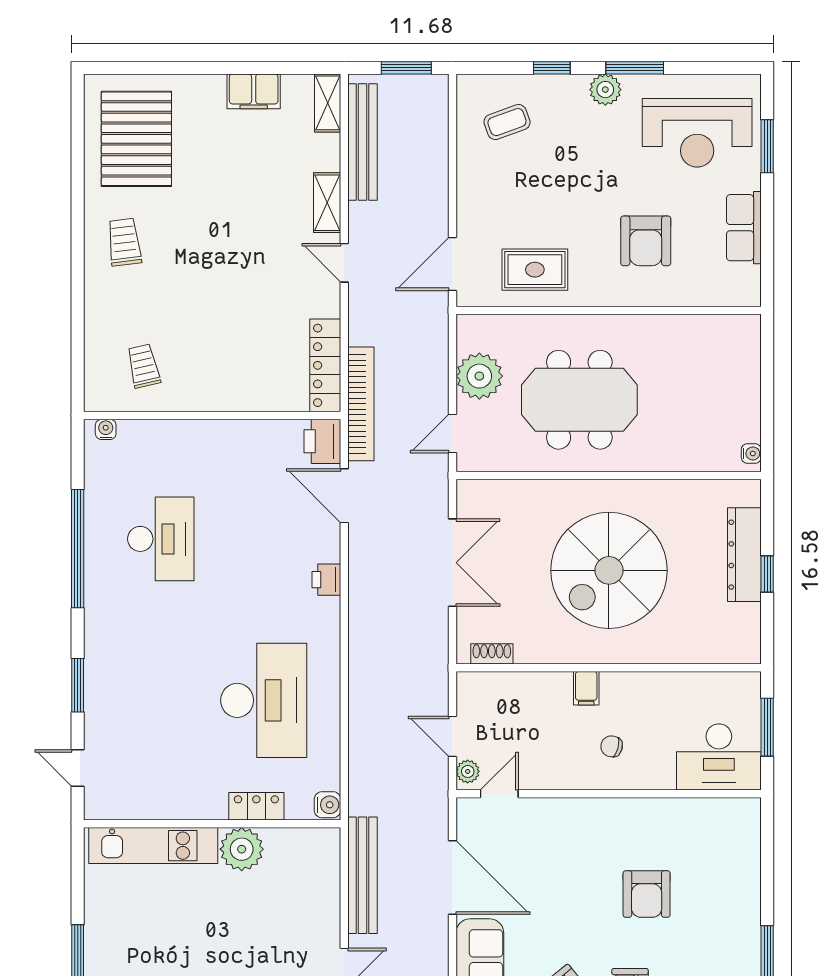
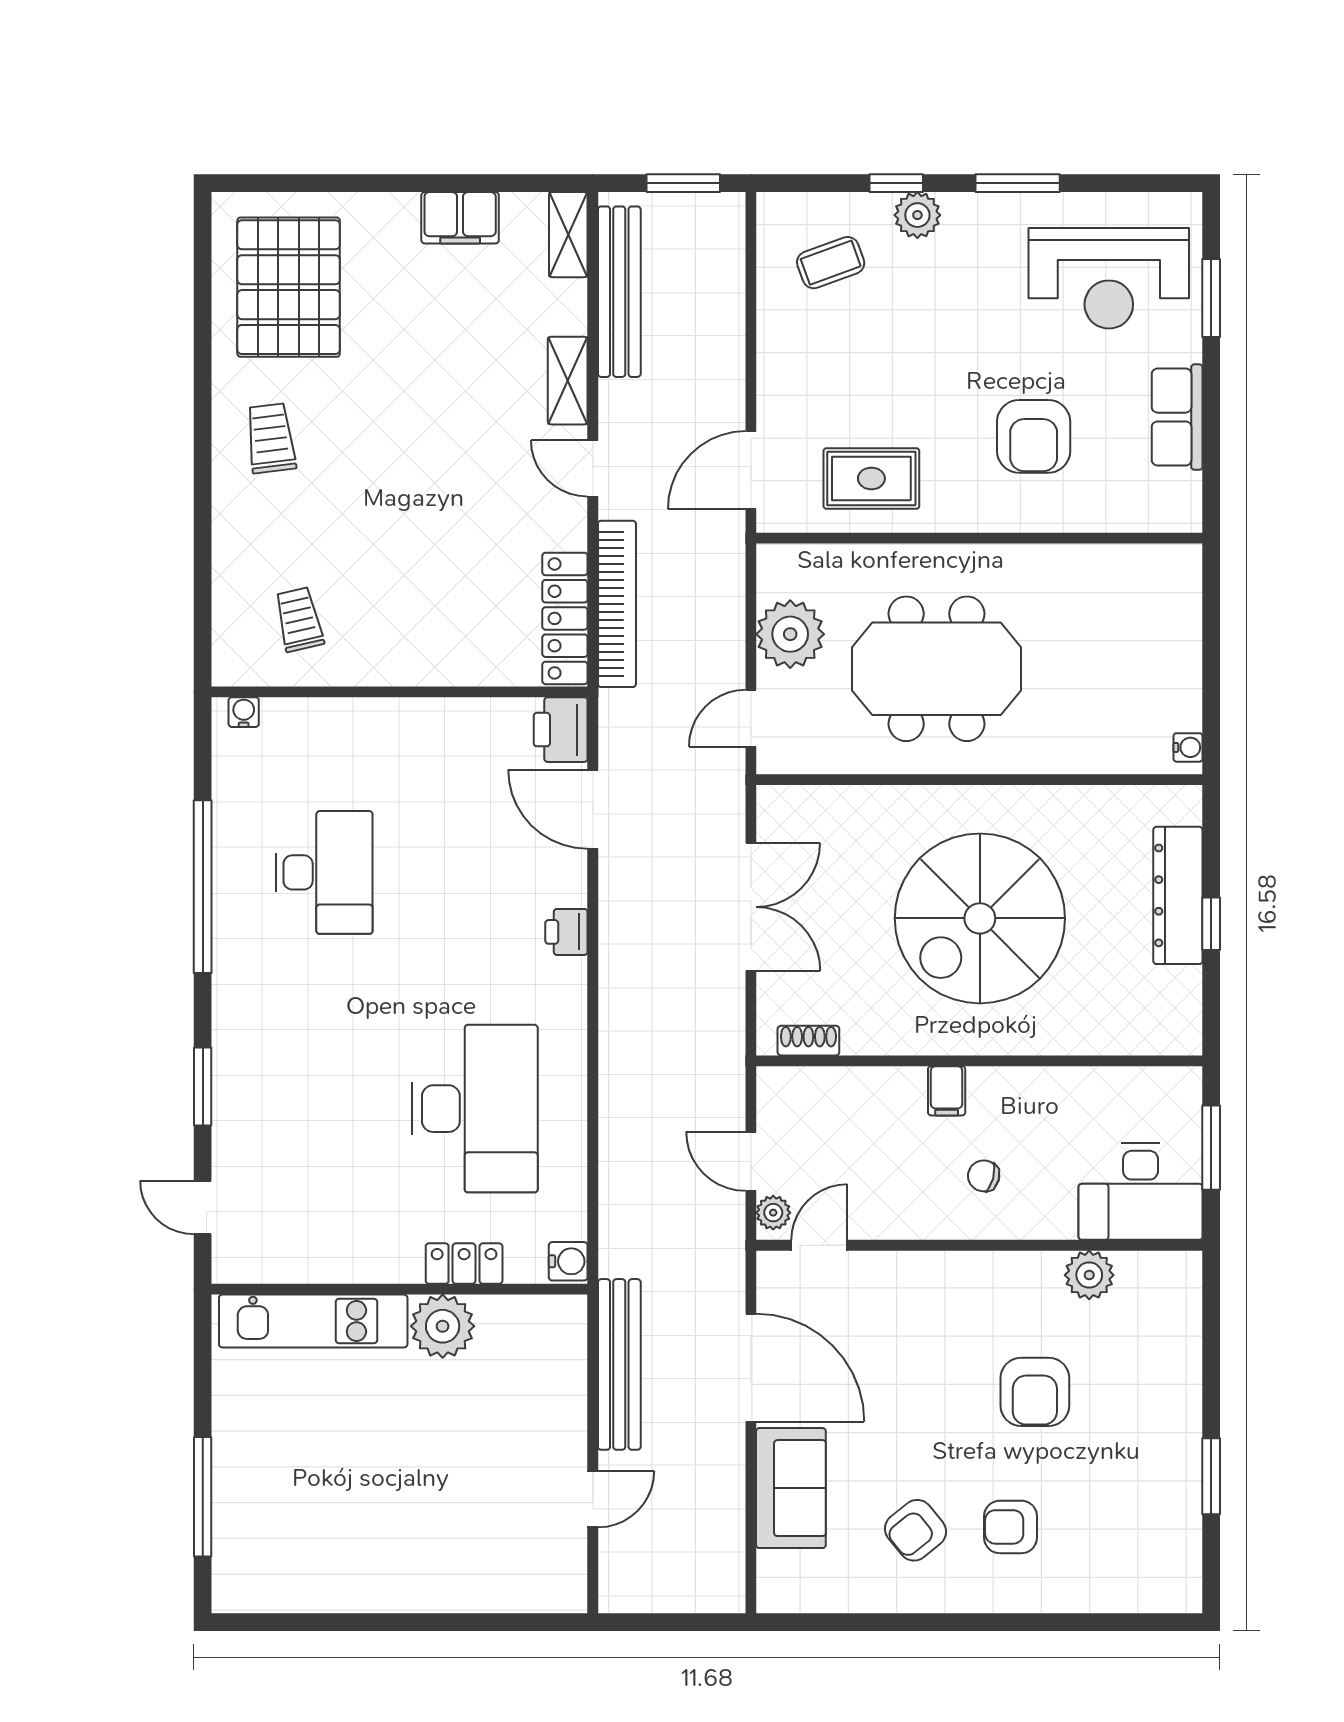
plant: (605, 90) -> (917, 215), moved
bookcase: (361, 404) -> (617, 604), moved
plant: (684, 814) -> (1089, 1275), added

